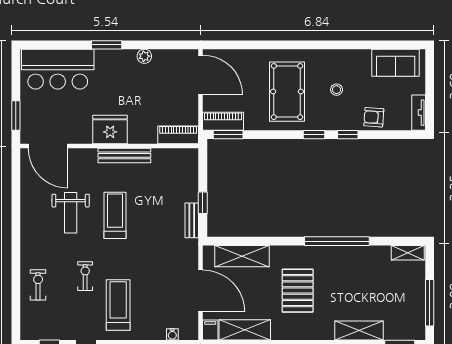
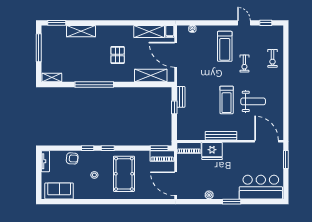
fridge: (110, 130) -> (212, 151), moved
weight bench: (71, 213) -> (253, 101), turned 90
pallet: (298, 291) -> (118, 55), width x0.67, depth x0.71

